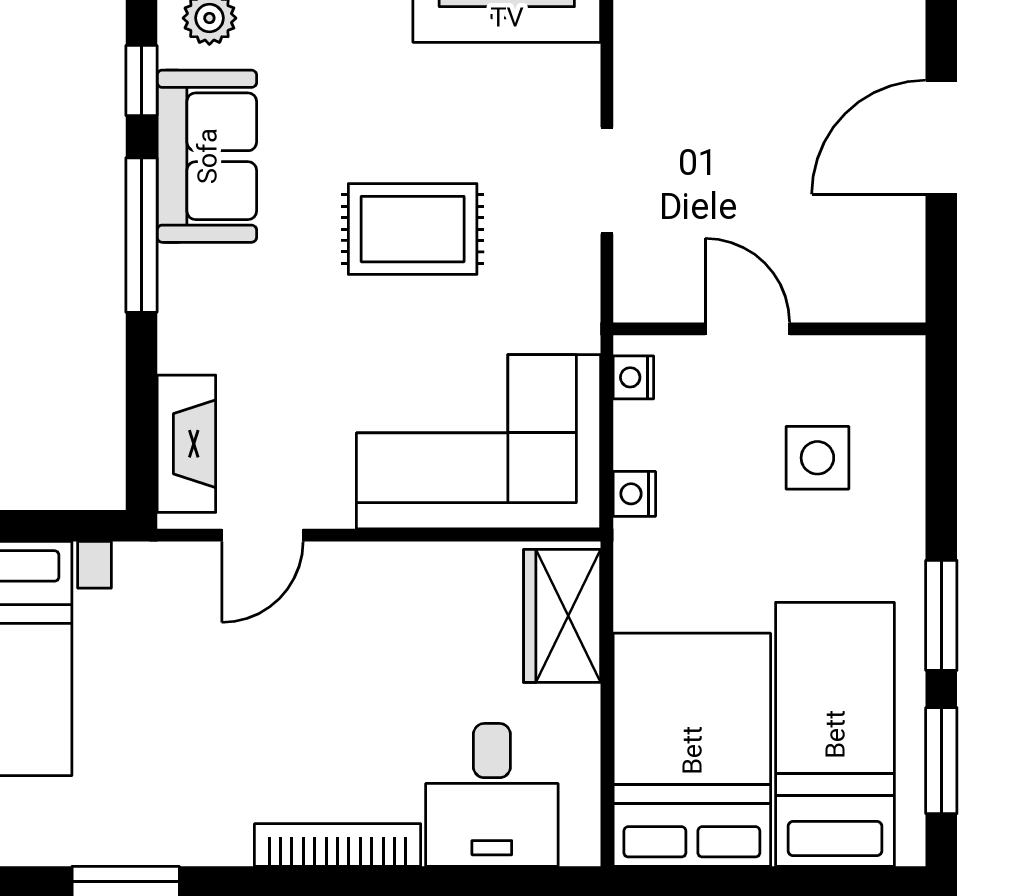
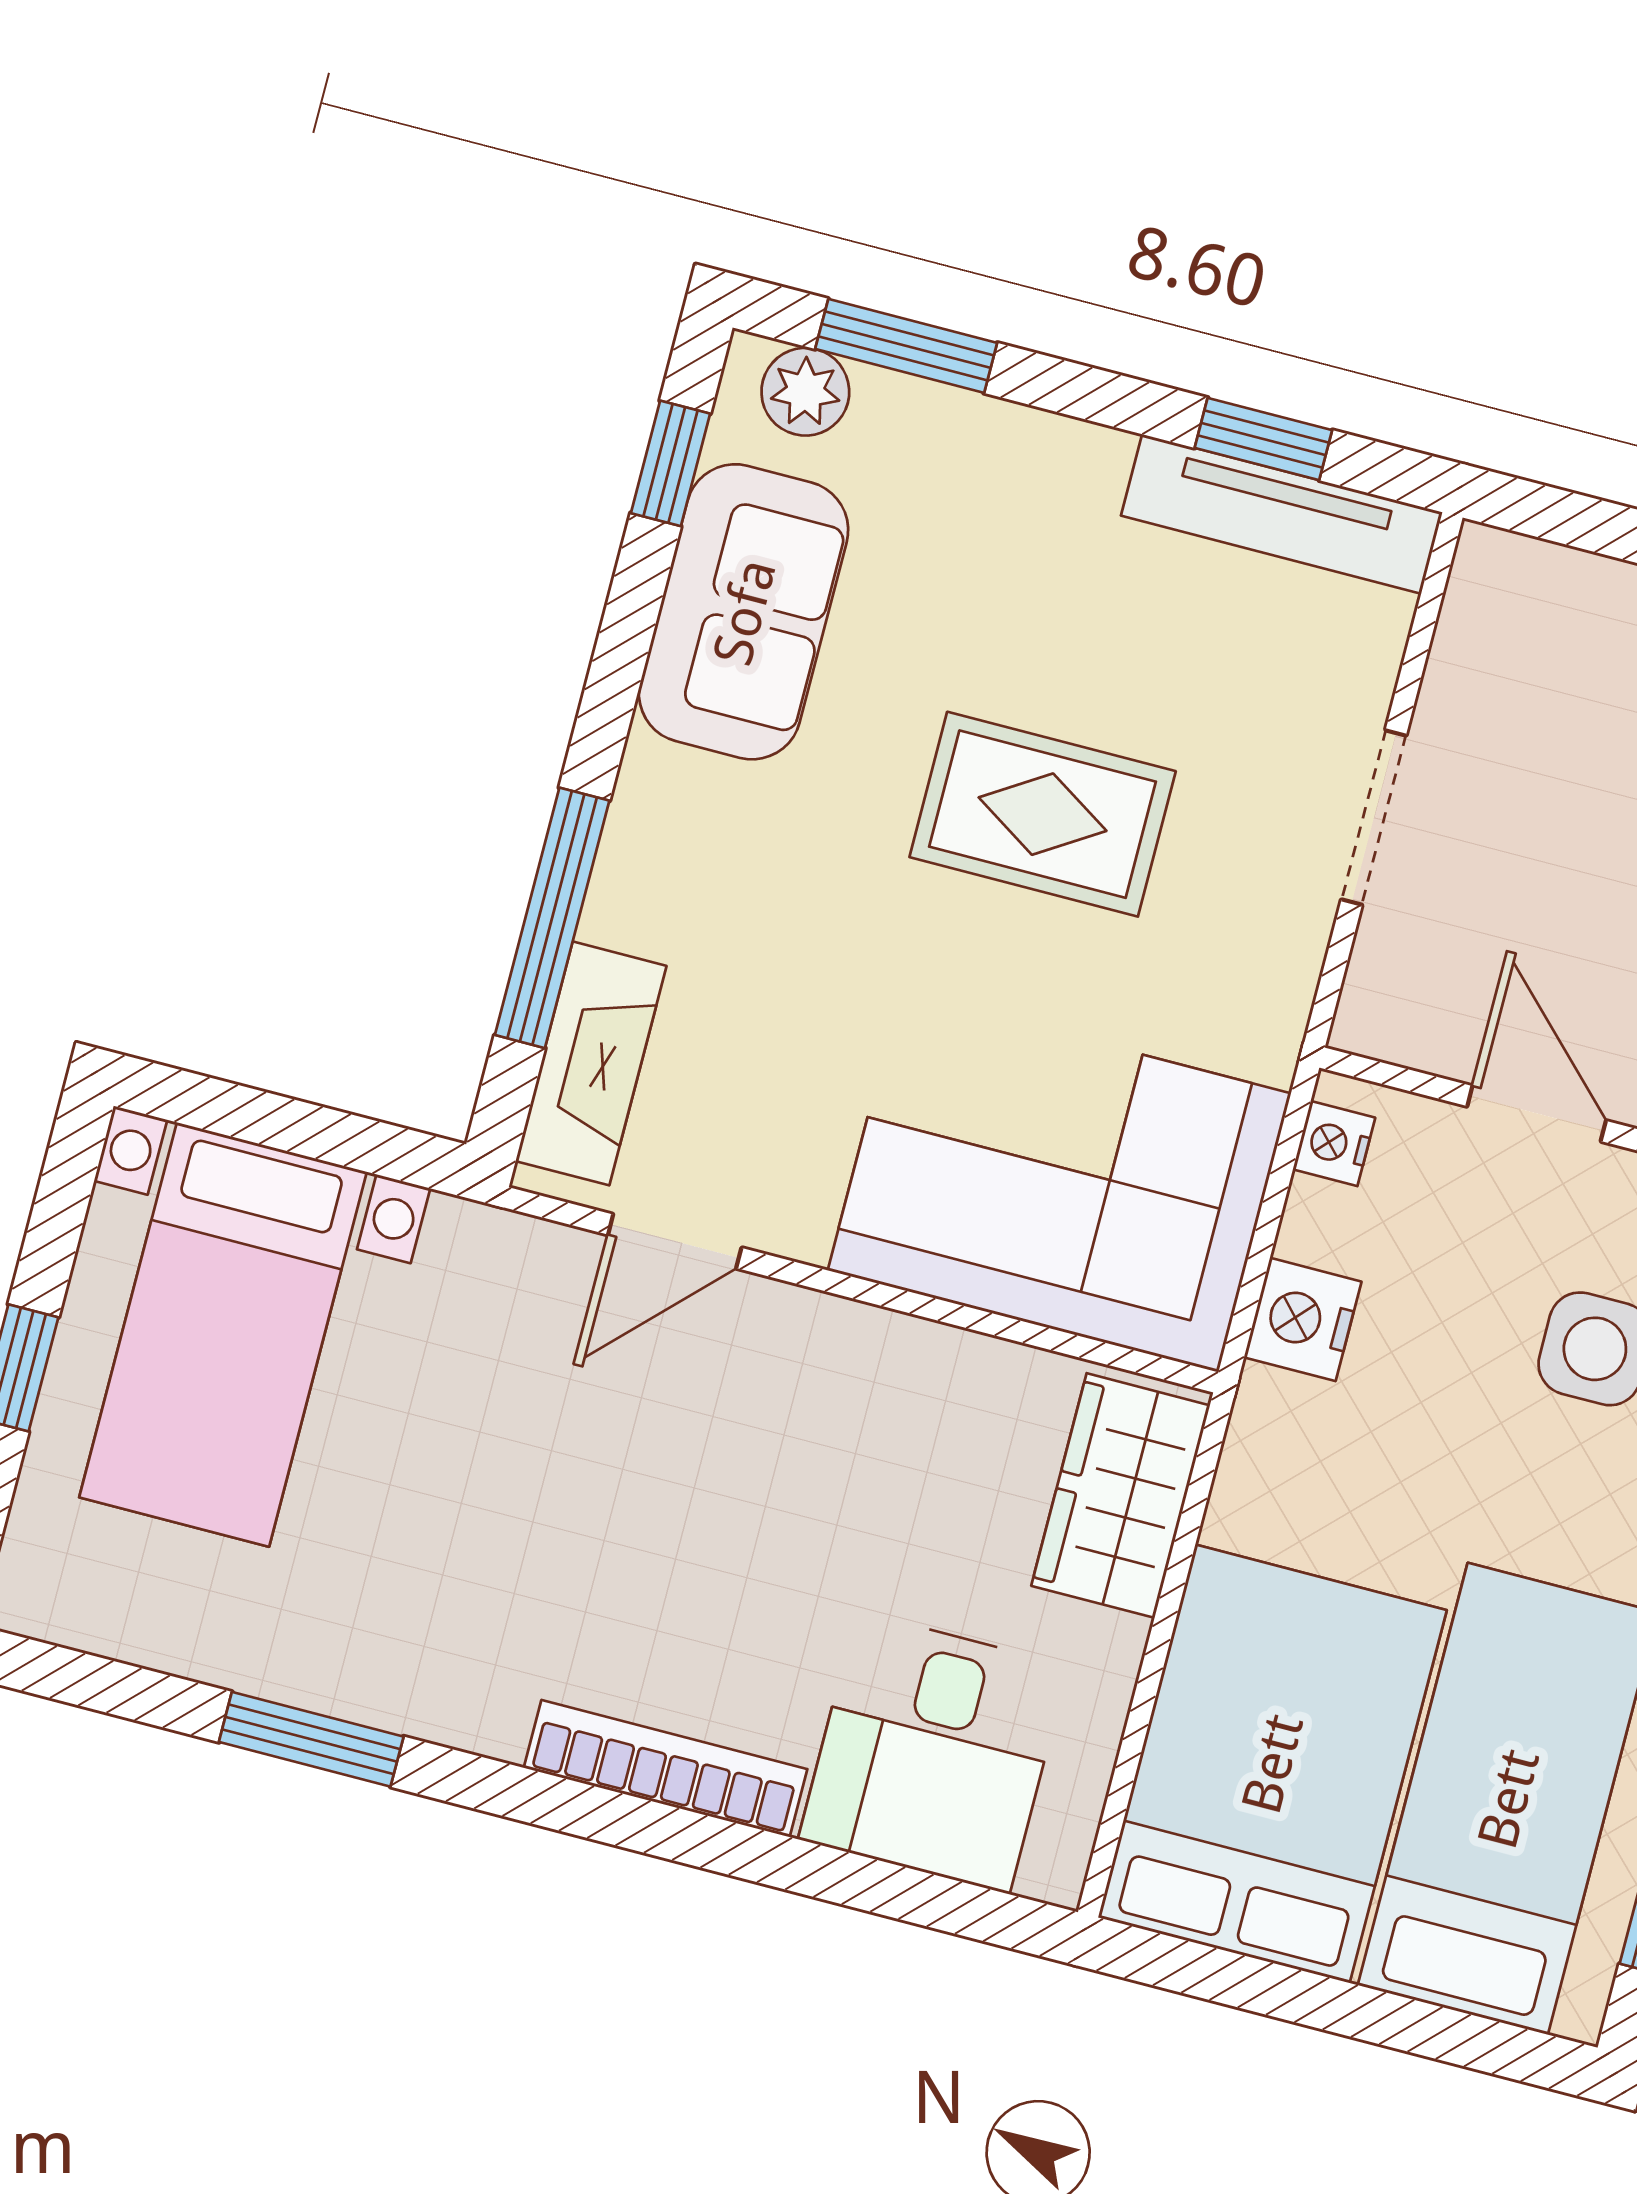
window: (141, 235) -> (552, 918), moved
nightstand: (634, 494) -> (1303, 1319), width x1.39, depth x1.35

